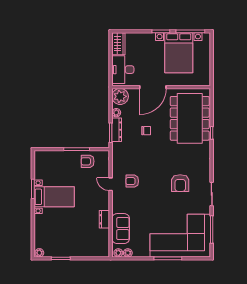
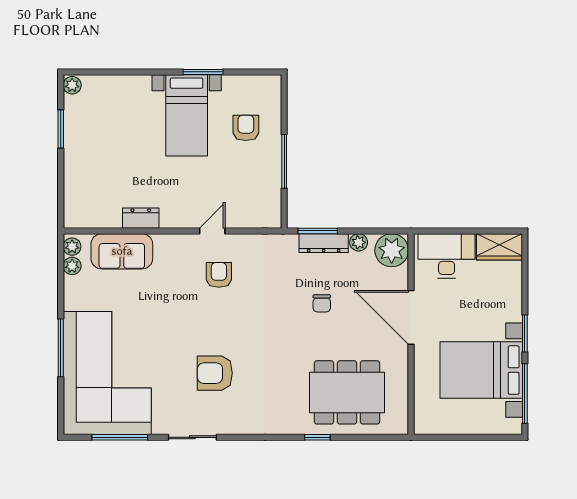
dining table: (190, 118) -> (347, 392), width x0.73, depth x0.80
armchair: (88, 161) -> (246, 128), moved

